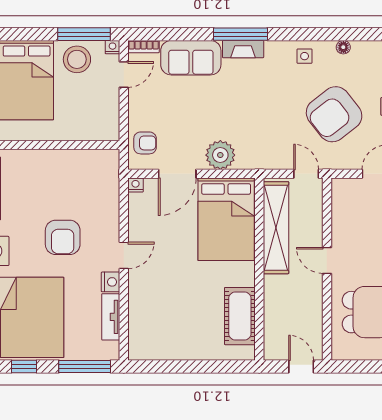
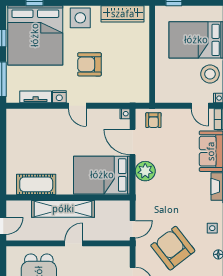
shelving: (276, 228) -> (63, 209), moved

